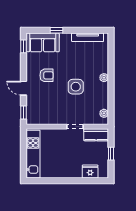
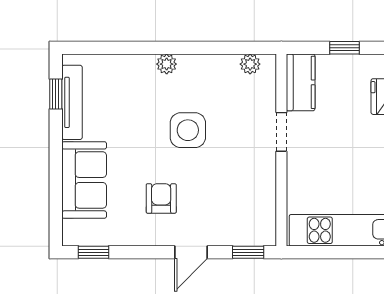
window: (56, 30) -> (56, 94), moved
sofa: (43, 42) -> (84, 180), moved

